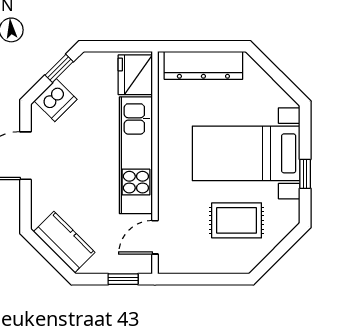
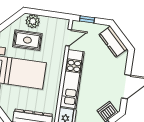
plant: (231, 260) -> (33, 21), added

